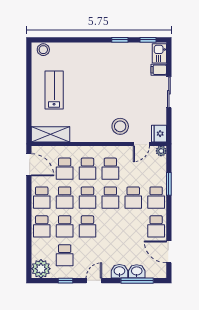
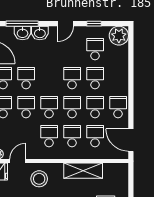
shelving: (51, 134) -> (83, 171), moved
school desk: (42, 226) -> (26, 78), moved

